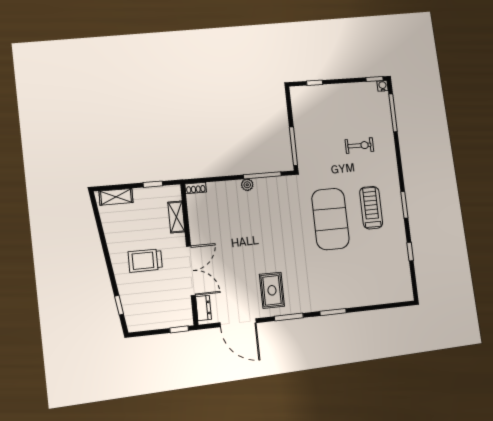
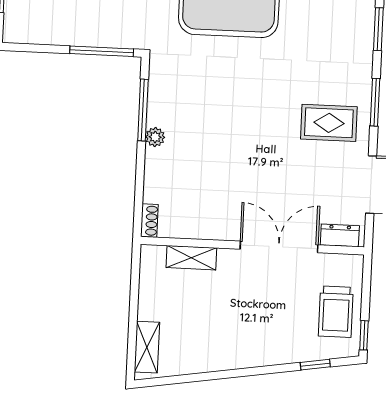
window: (153, 184) -> (135, 287), removed
trolley: (145, 261) -> (336, 312), moved
window: (179, 329) -> (364, 335), moved

